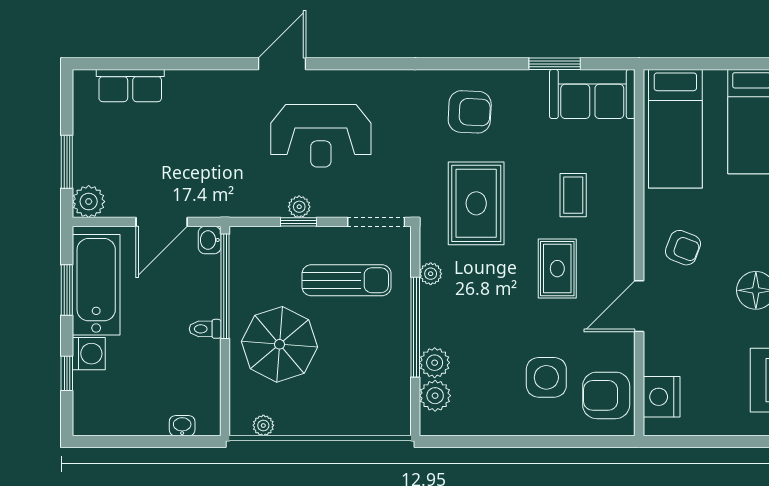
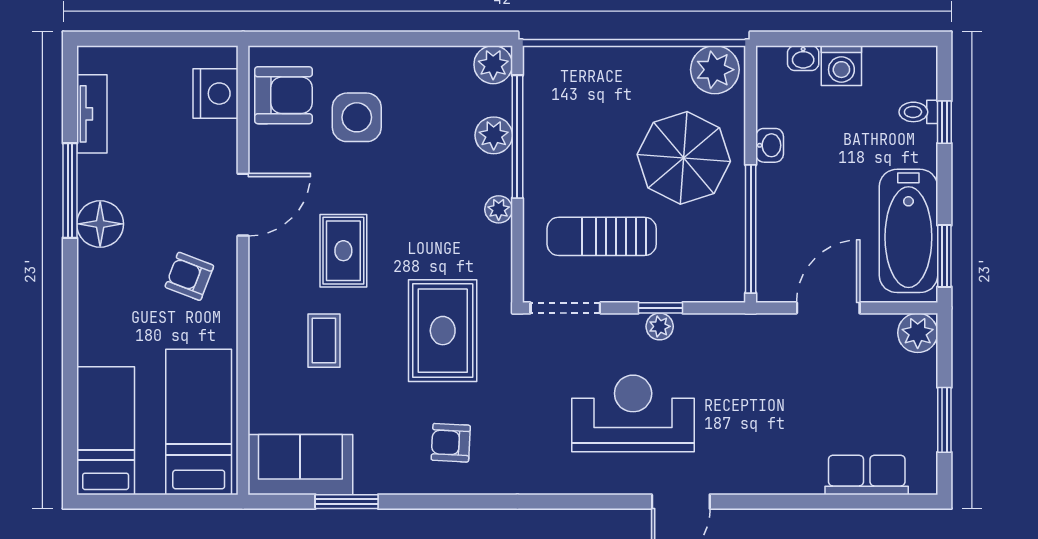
armchair: (470, 112) -> (451, 443), width x0.72, depth x0.72
window: (67, 162) -> (944, 420), moved
washbasin: (210, 240) -> (770, 145), moved
plant: (431, 274) -> (499, 209), moved
window: (67, 290) -> (944, 256), moved
window: (415, 327) -> (517, 137), moved
toilet: (205, 329) -> (918, 112), moved, turned 180
washing machine: (89, 354) -> (841, 66), moved, turned -90
plant: (435, 396) -> (493, 65), moved
plant: (263, 425) -> (715, 70), width x1.87, depth x1.87

